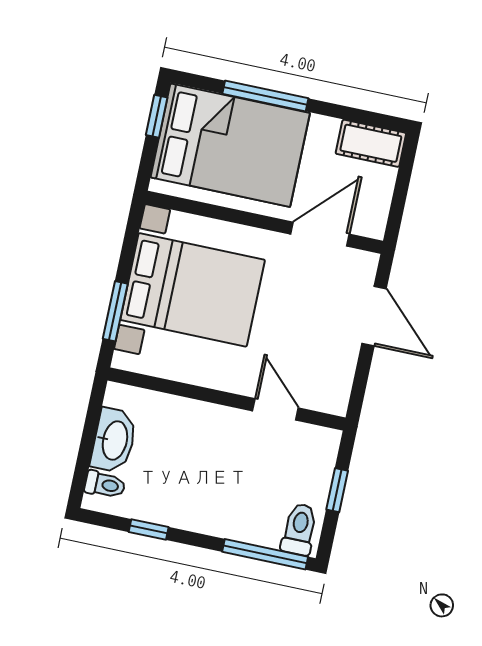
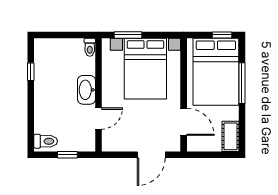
washbasin: (114, 440) -> (86, 90), moved, turned 90
toilet: (105, 485) -> (90, 47), moved
window: (265, 554) -> (31, 128), removed

